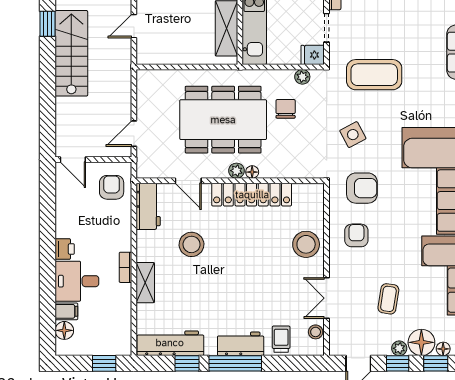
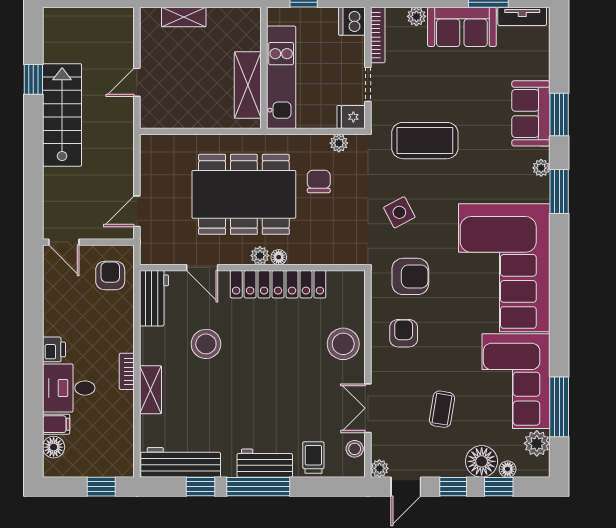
plant: (399, 348) -> (379, 468), moved

